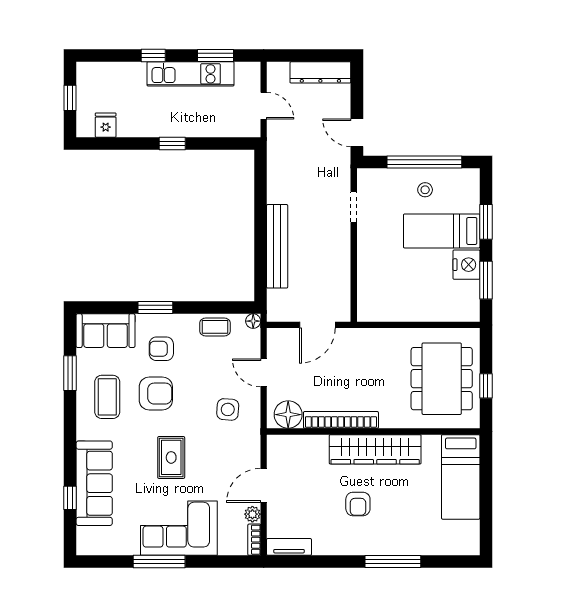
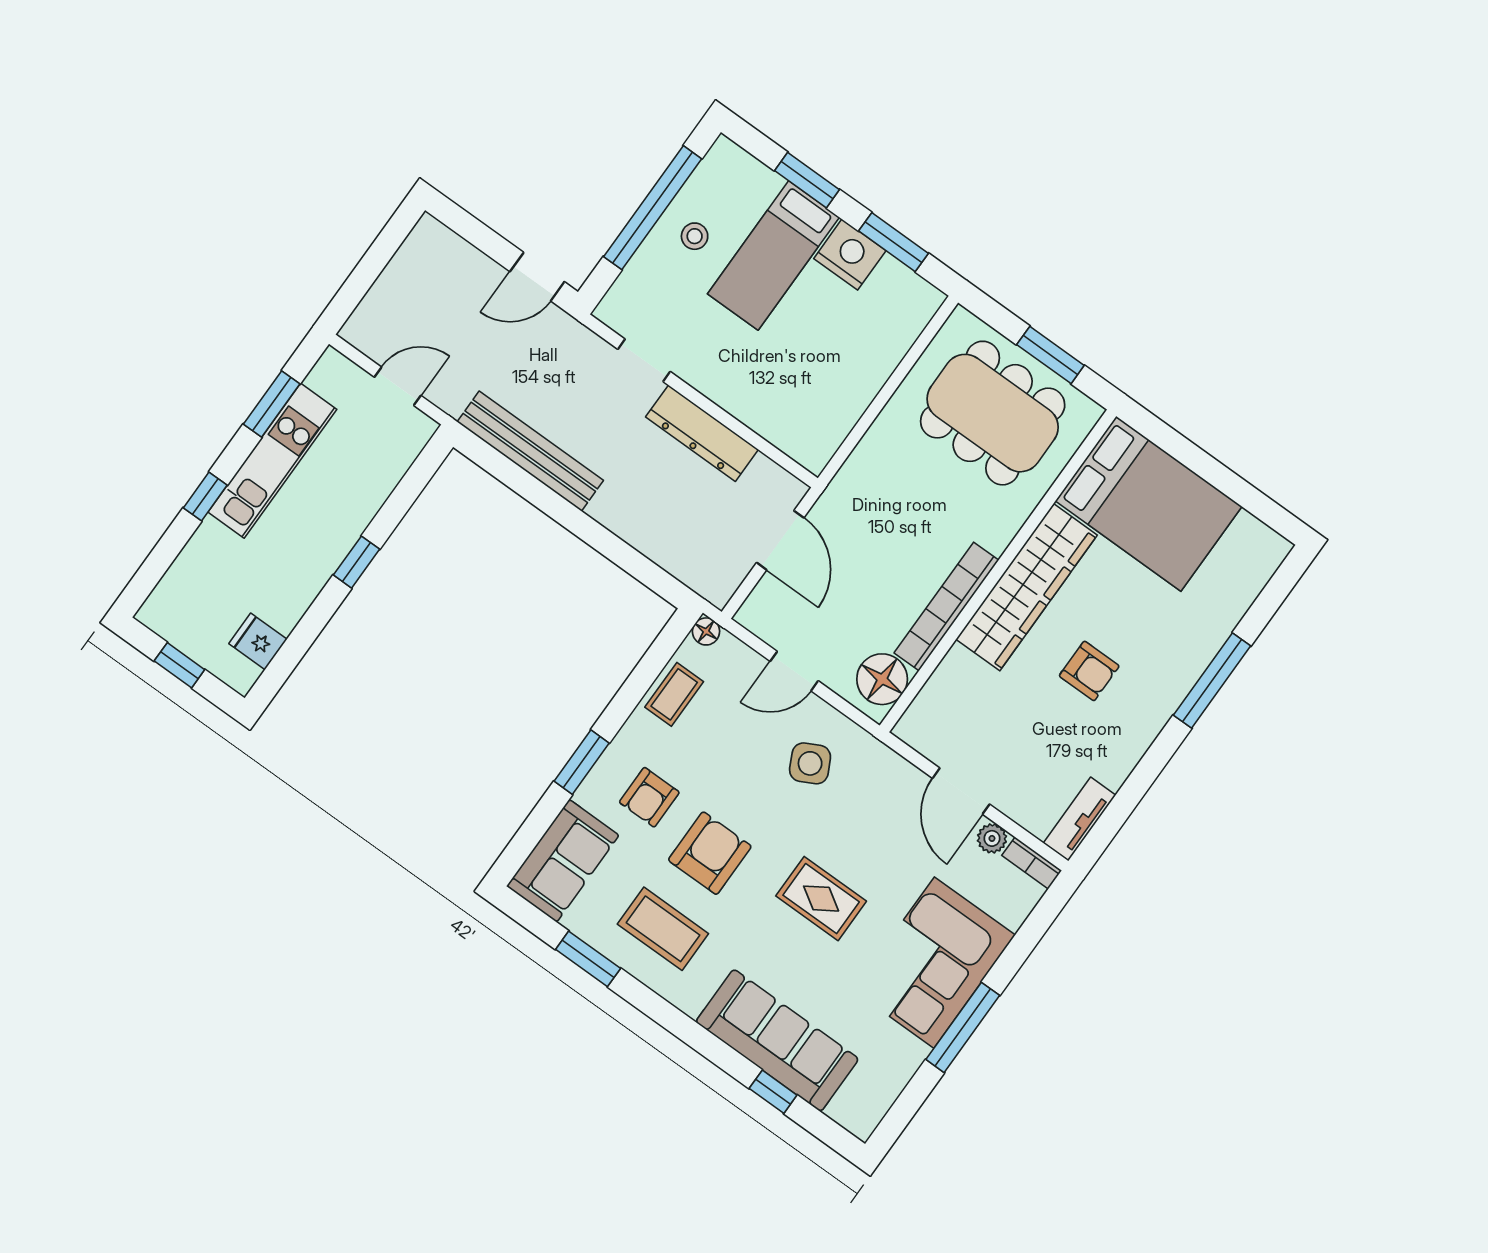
dresser: (320, 72) -> (702, 433), moved, turned 90
bench: (277, 246) -> (530, 451), moved
window: (486, 386) -> (1050, 355), width x1.50
side table: (228, 409) -> (810, 763), turned -31
bed: (461, 477) -> (1149, 504), width x1.50

